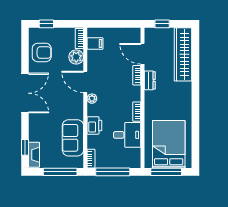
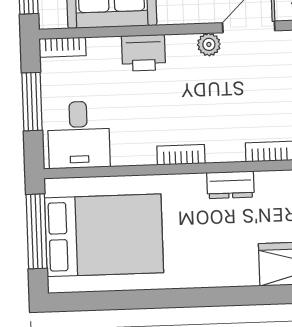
dresser: (150, 80) -> (230, 185), moved
desk: (127, 135) -> (79, 135), moved
window: (113, 172) -> (32, 102), width x0.69

